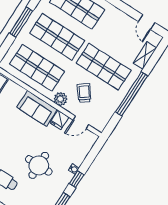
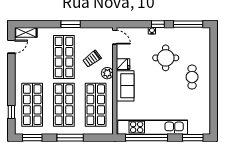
shelving: (145, 55) -> (26, 32), moved
window: (132, 94) -> (71, 24), width x0.47
door: (81, 122) -> (115, 37), moved

